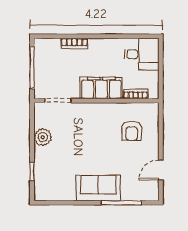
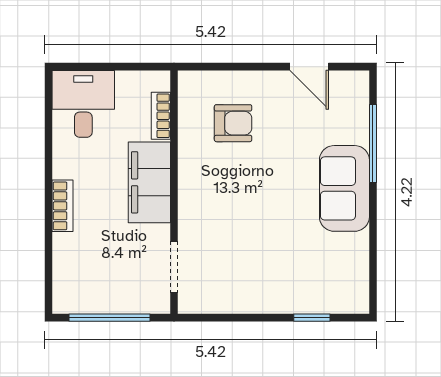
bookcase: (74, 43) -> (63, 206), moved
plant: (43, 137) -> (245, 297), removed

